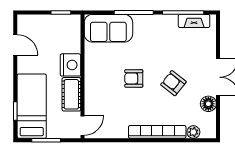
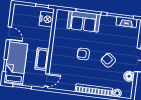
sofa: (108, 28) -> (84, 21), moved
door: (15, 45) -> (9, 33), moved
nightstand: (70, 65) -> (47, 19), moved

